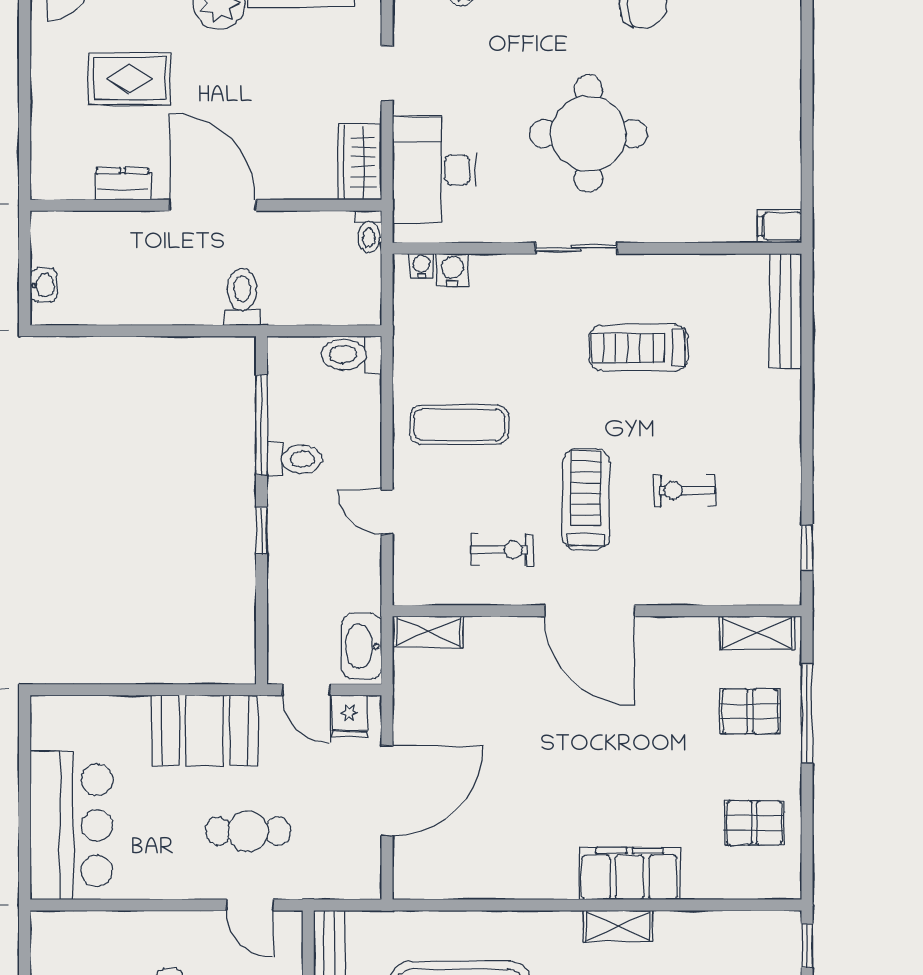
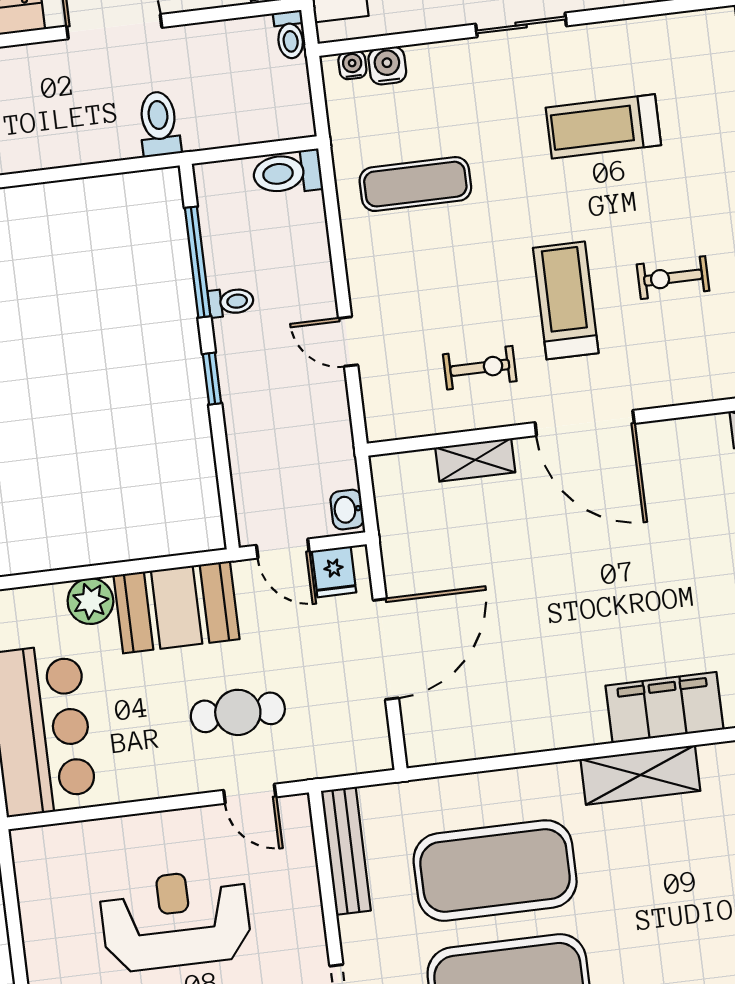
exercise mat: (459, 425) -> (415, 184), moved
toilet: (295, 459) -> (231, 302), width x0.73, depth x0.72
shelving: (429, 632) -> (475, 460), moved
washbasin: (362, 646) -> (347, 510), width x0.52, depth x0.69
plant: (129, 716) -> (90, 601), added
shelving: (618, 926) -> (640, 775), width x1.50, depth x1.33

